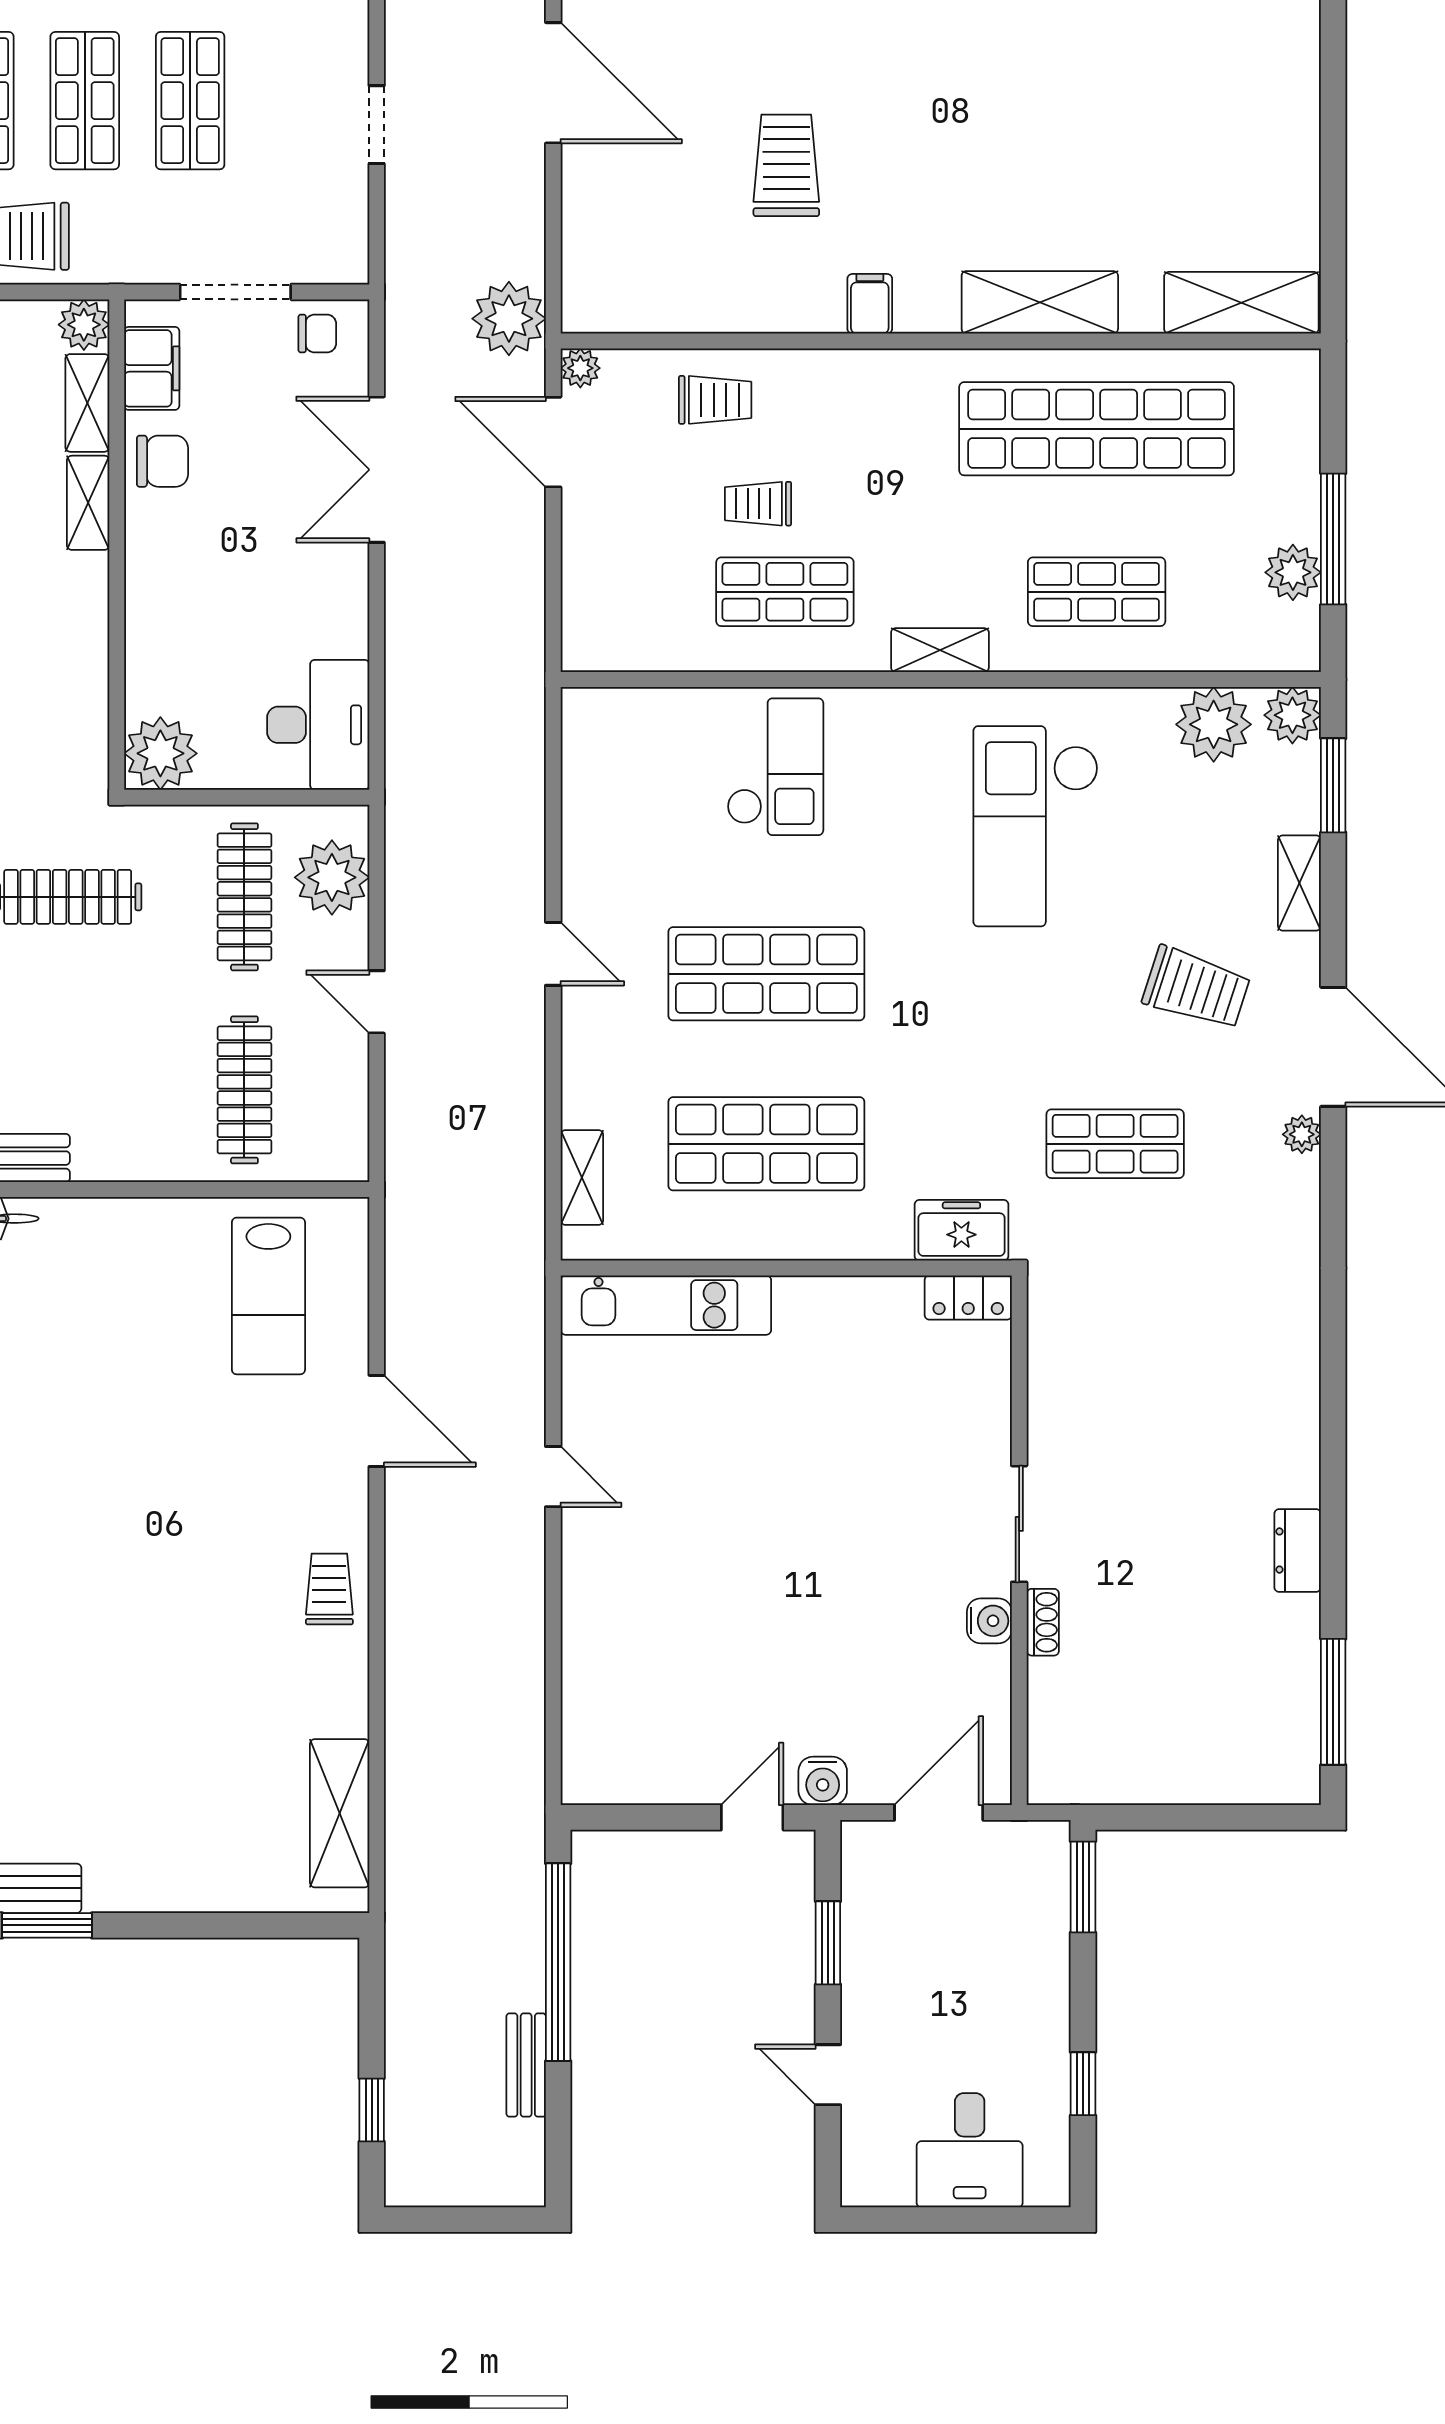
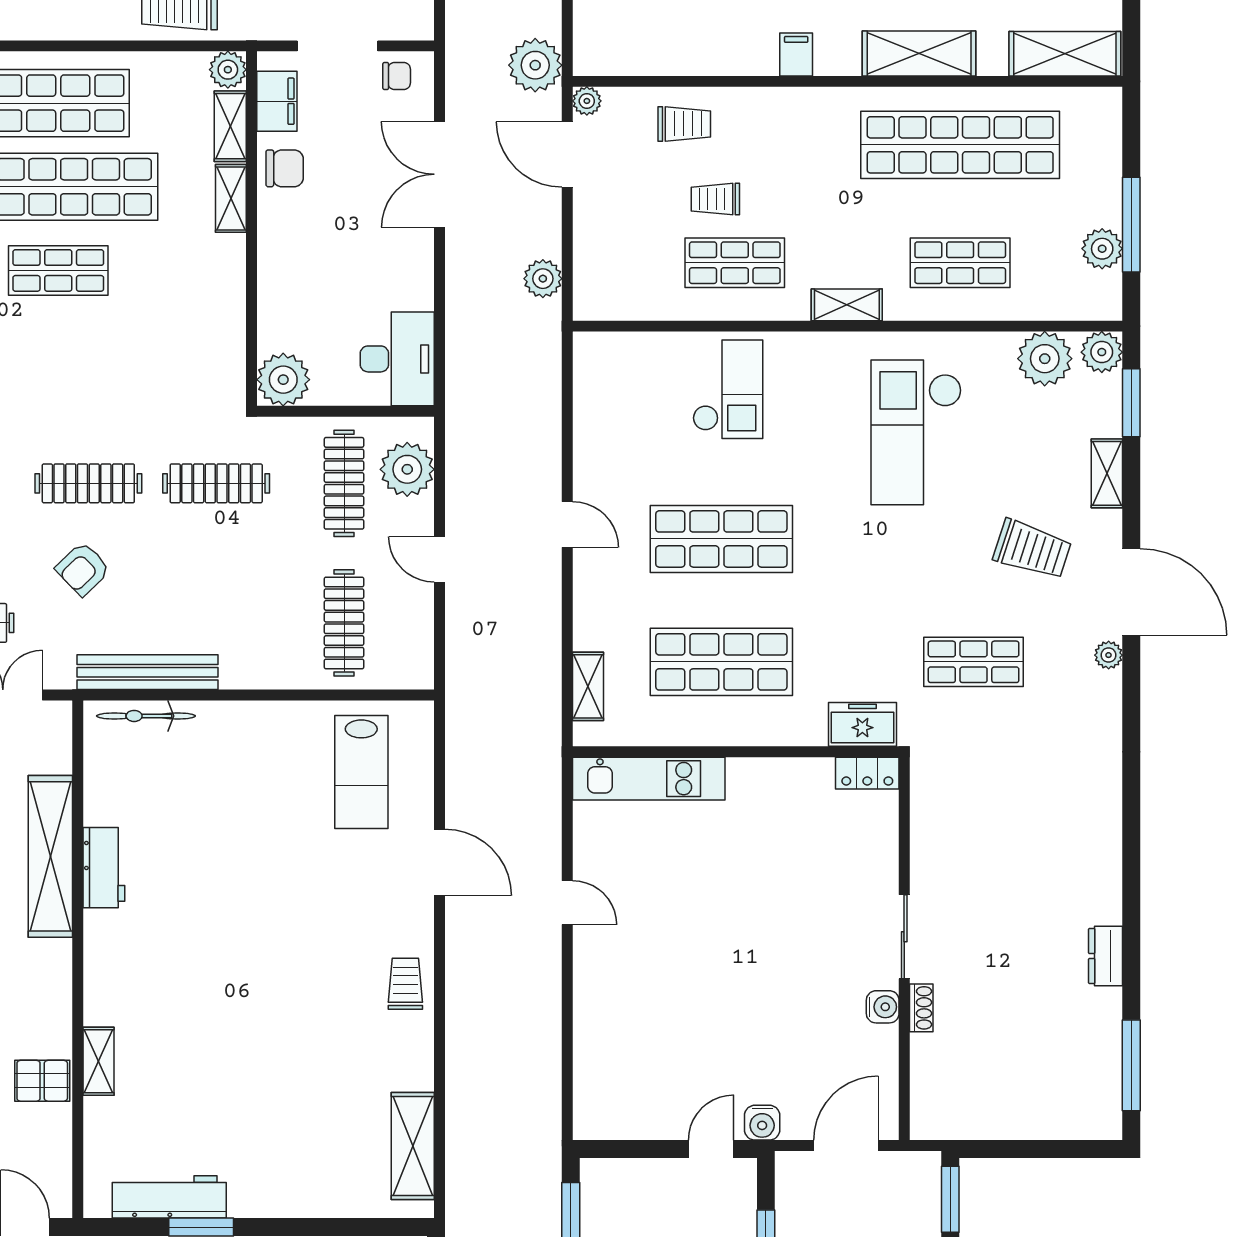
plant: (519, 614) -> (543, 279), added

